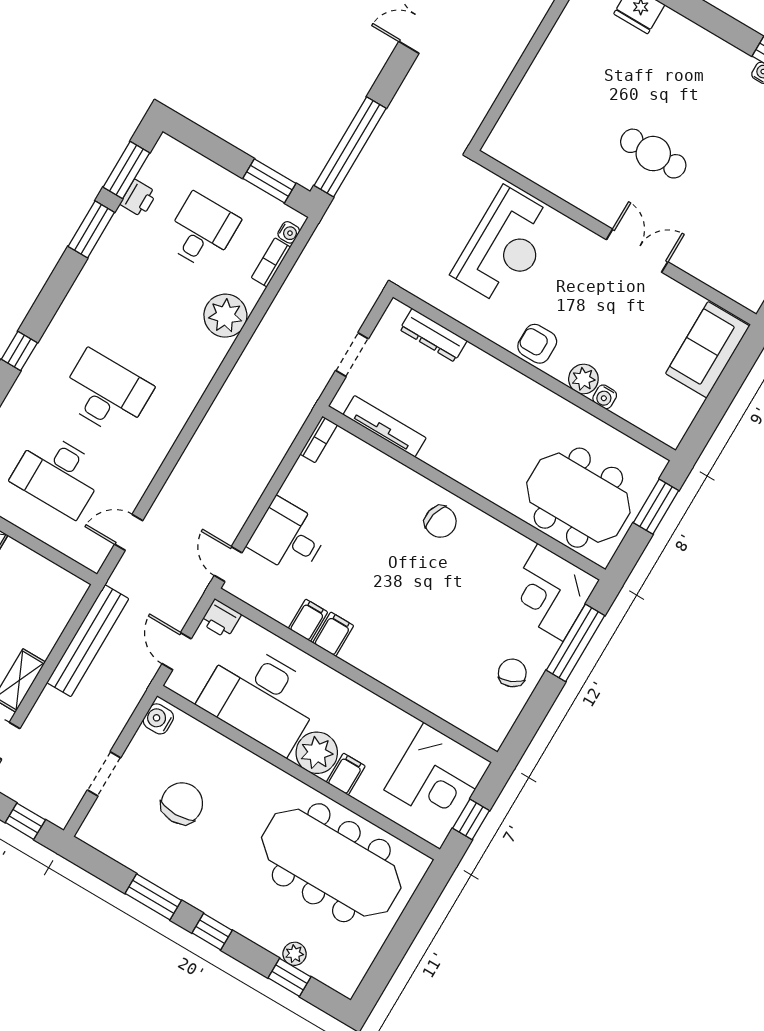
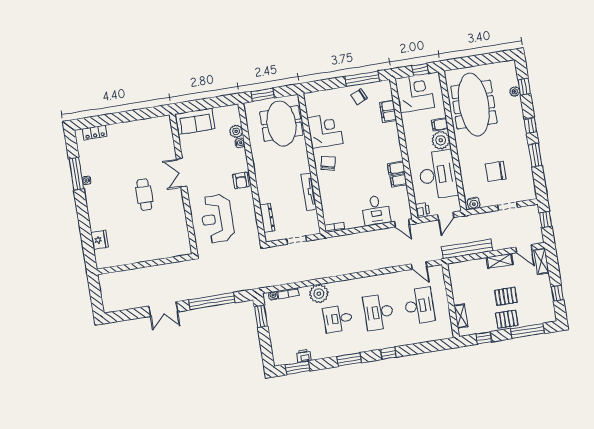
window: (350, 147) -> (212, 301), moved
window: (91, 229) -> (349, 360), moved
desk: (202, 231) -> (338, 319), moved
reception desk: (505, 246) -> (217, 219), turned -90
plant: (583, 379) -> (236, 131), moved
tv unit: (385, 426) -> (309, 192), moved
door: (228, 564) -> (402, 223), hinge flipped
corner desk: (551, 592) -> (325, 131), moved, turned -90
window: (575, 643) -> (362, 79), moved
filing cabinet: (444, 703) -> (388, 111), added

